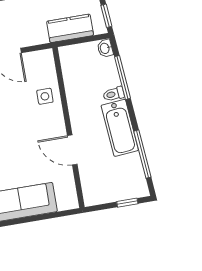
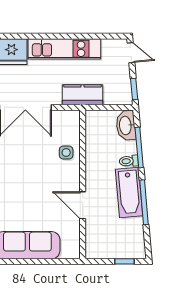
kitchen counter: (70, 28) -> (83, 95), moved
washbasin: (105, 48) -> (126, 125), width x1.91, depth x1.45
window: (142, 154) -> (144, 202), moved

